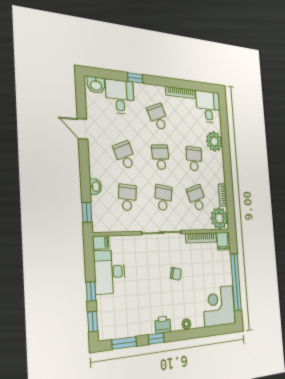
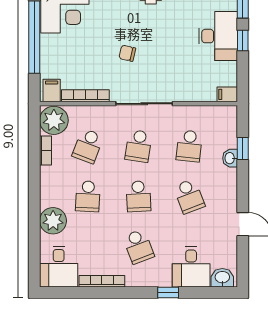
school desk: (197, 198) -> (88, 146), turned 39
window: (87, 212) -> (243, 148), moved
desk: (110, 272) -> (218, 36), moved

